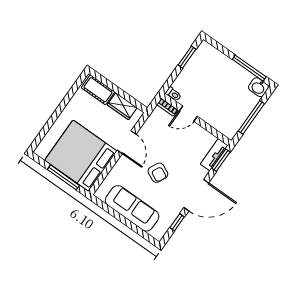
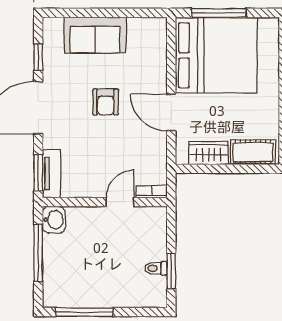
washbasin: (258, 87) -> (54, 220), moved, turned 90
toilet: (173, 94) -> (156, 268), moved
armchair: (158, 173) -> (106, 102), turned -116
sofa: (132, 208) -> (95, 35), width x0.73

